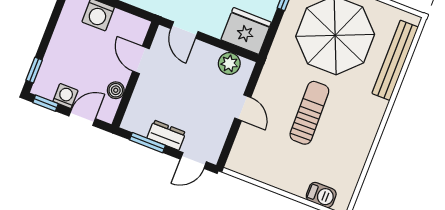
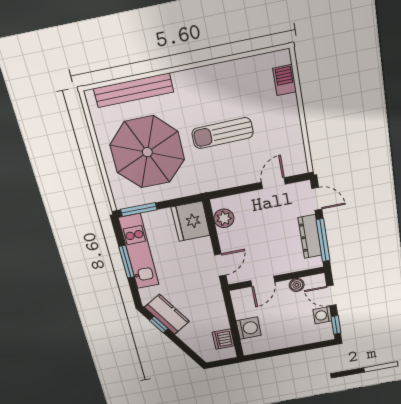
window: (34, 70) -> (316, 345), removed
door: (243, 108) -> (273, 183), moved
dresser: (166, 135) -> (310, 236), width x1.44
window: (147, 143) -> (323, 240), width x1.44

